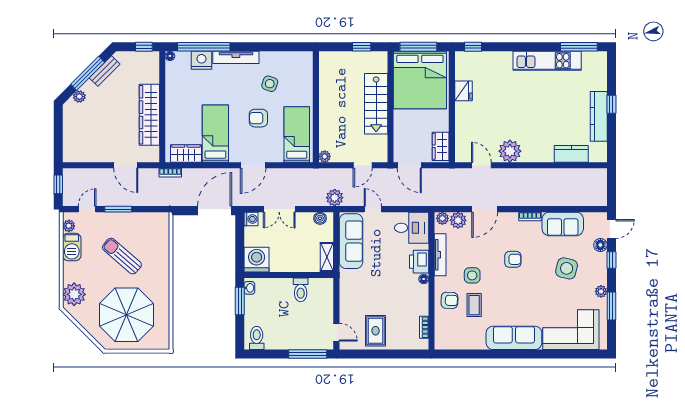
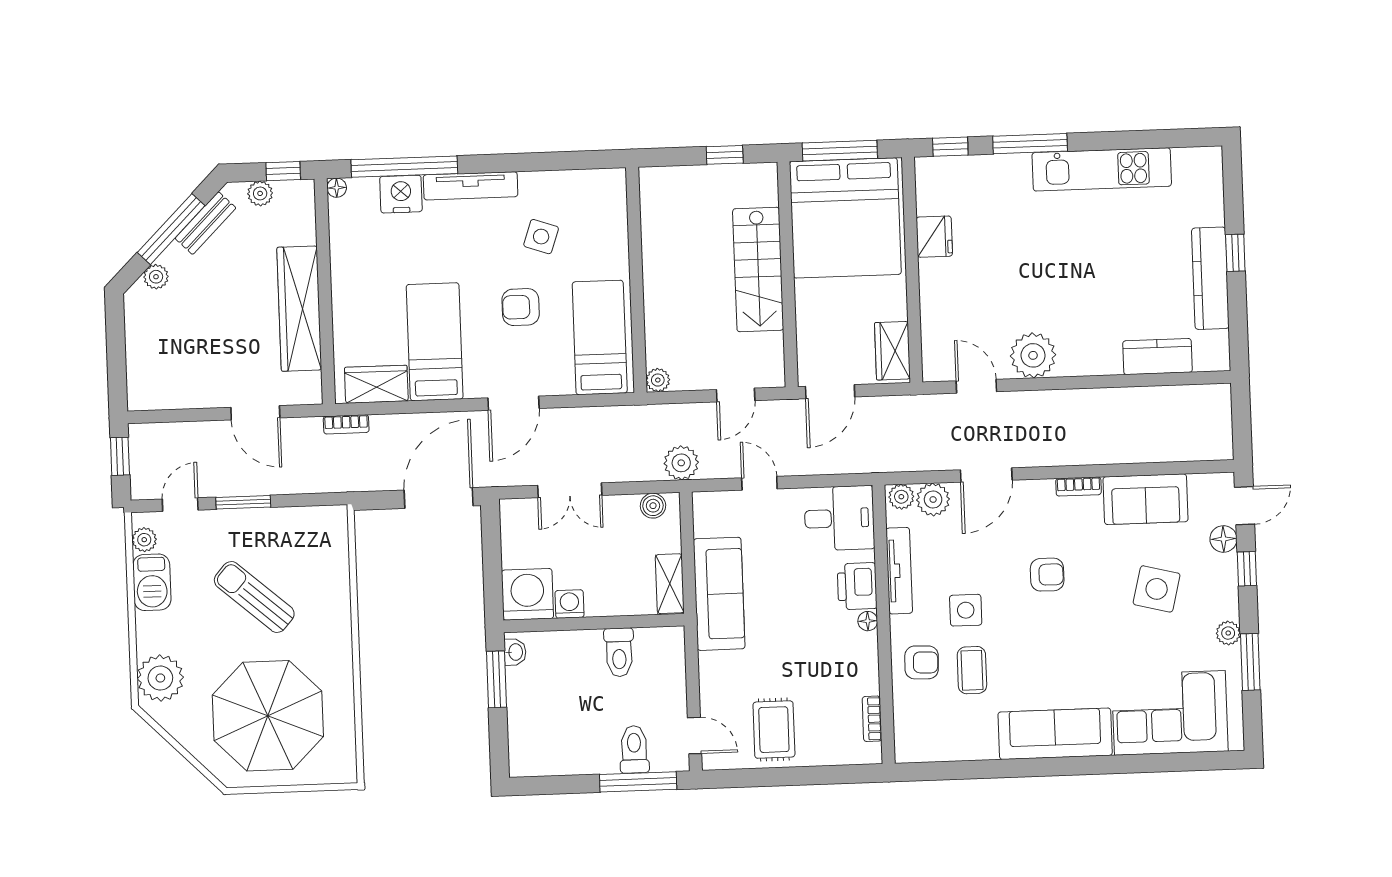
window: (579, 47) -> (1030, 144), moved
plant: (132, 57) -> (260, 193), added
door: (409, 165) -> (830, 392), hinge flipped
washing machine: (251, 219) -> (569, 604), moved, turned -90
sofa: (351, 241) -> (719, 594), moved
toilet: (257, 338) -> (634, 749), moved

